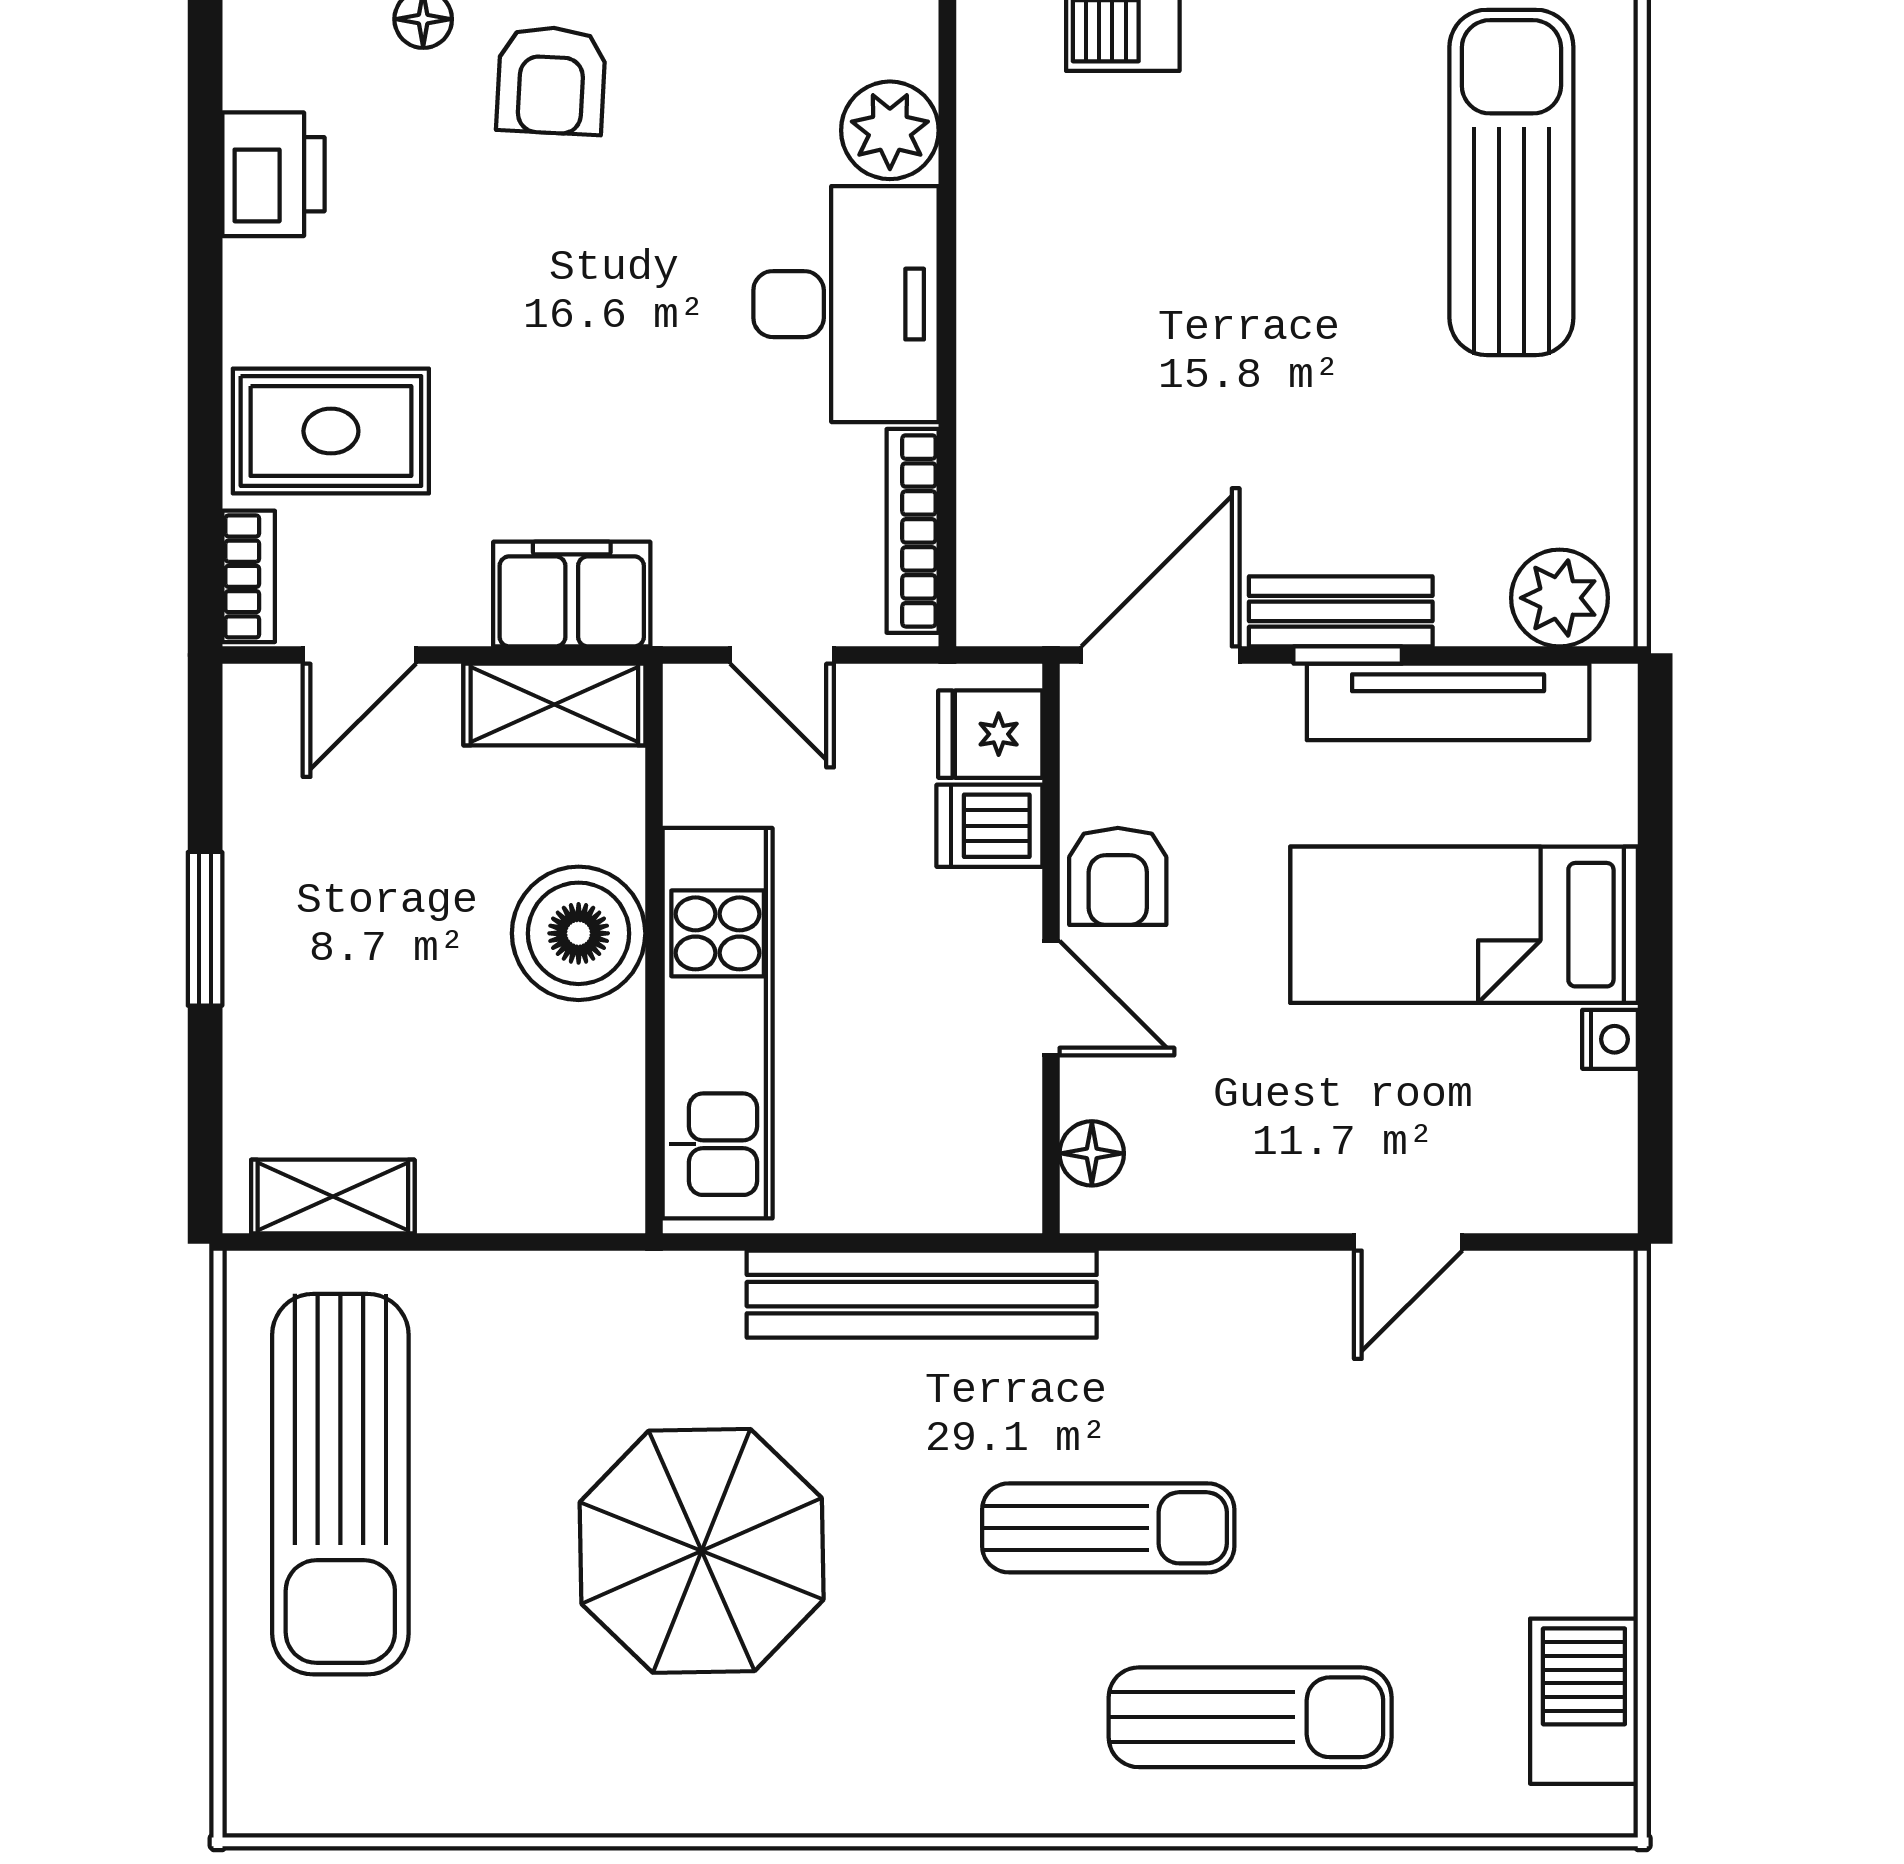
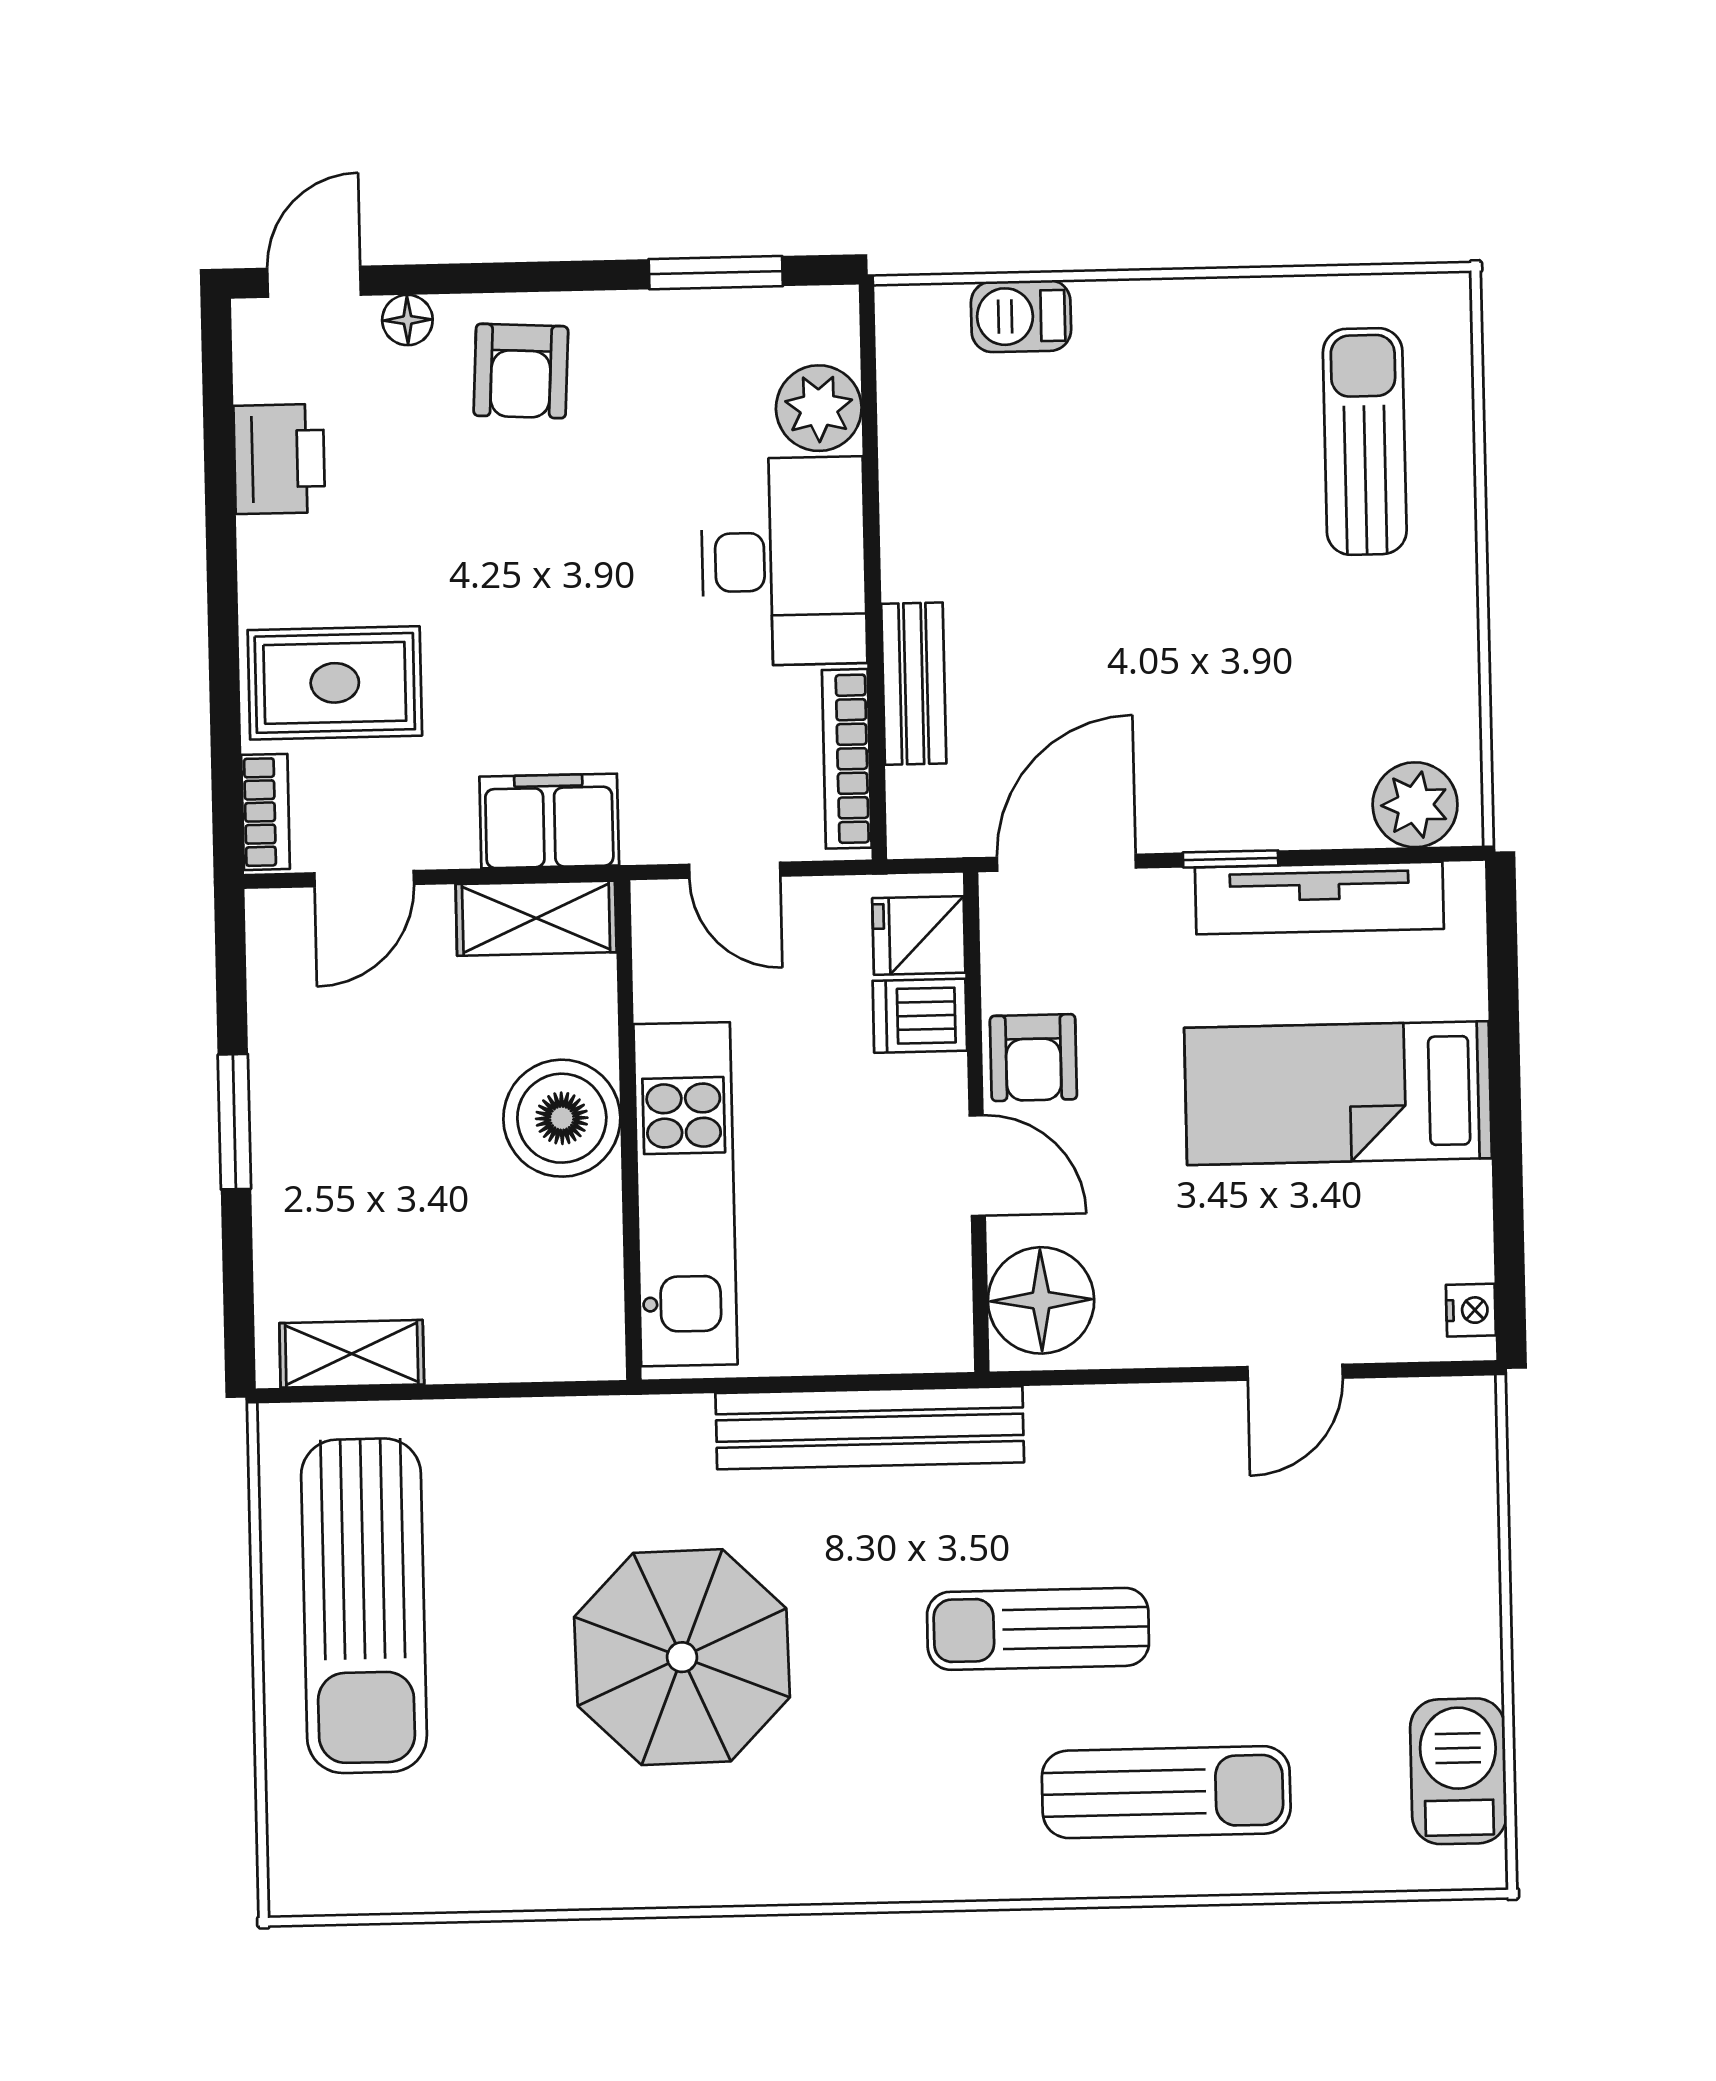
sun lounger: (1511, 182) -> (1365, 441), width x0.73, depth x0.75
bench: (1341, 611) -> (914, 684), moved, turned 90
nightstand: (1610, 1039) -> (1471, 1310), moved
floor lamp: (1092, 1153) -> (1041, 1300), width x1.89, depth x1.89
sun lounger: (1108, 1528) -> (1038, 1629), turned 180

